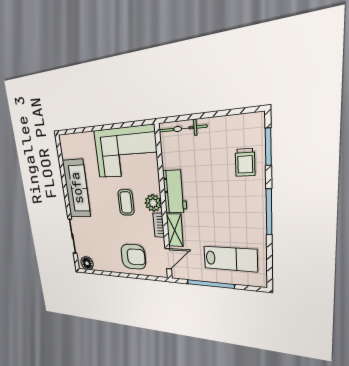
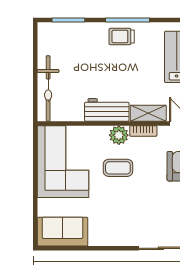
bicycle: (182, 129) -> (48, 88), width x1.37, depth x1.40
trolley: (245, 162) -> (122, 36), moved, turned 180
sofa: (77, 188) -> (63, 232), moved, width x0.73

